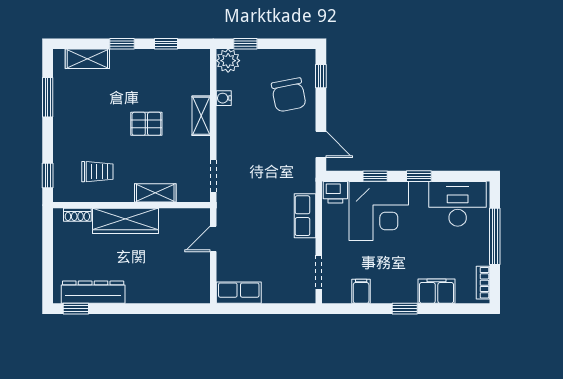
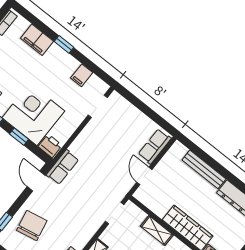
row of seats: (305, 216) -> (62, 167), moved
door: (213, 239) -> (144, 176), swing flipped
row of seats: (239, 293) -> (155, 146), moved, turned 90
bench: (157, 295) -> (204, 169), added

